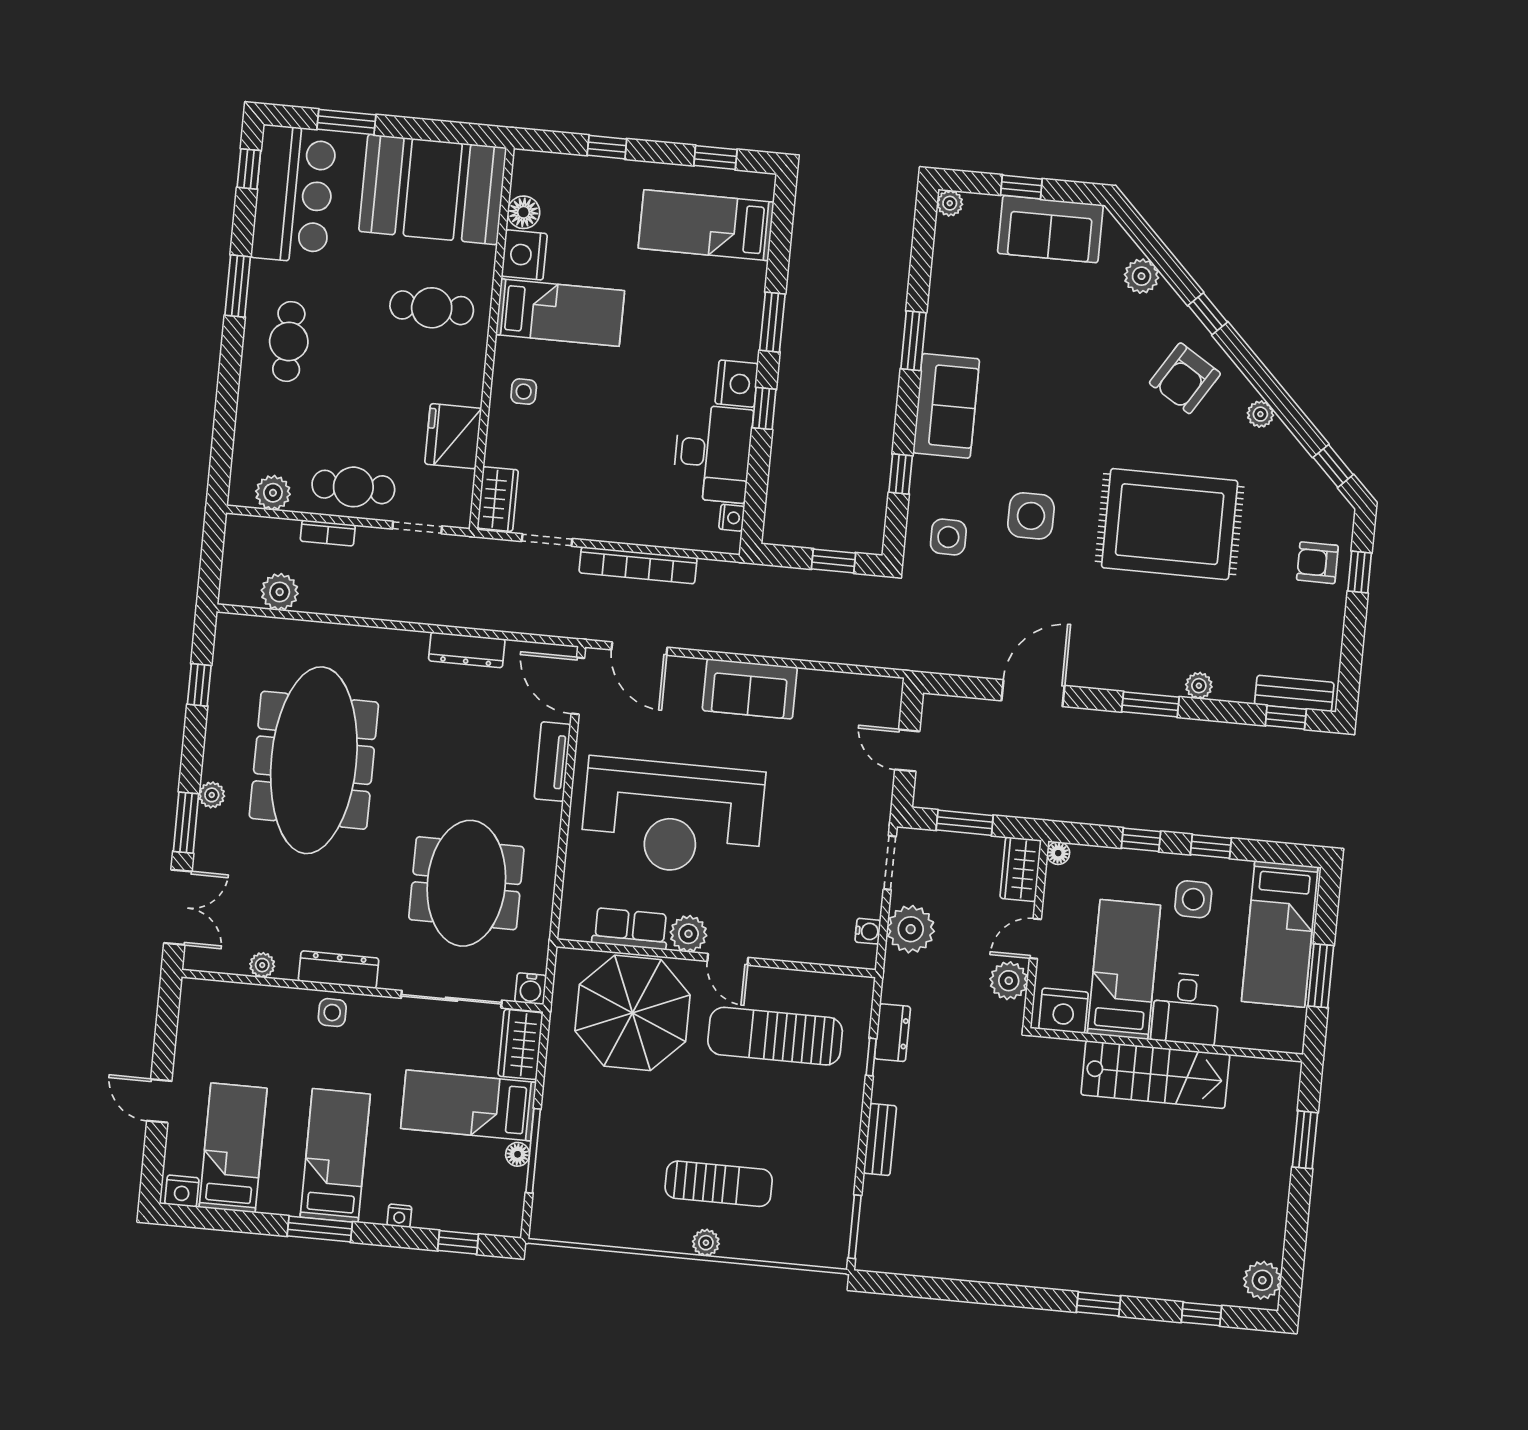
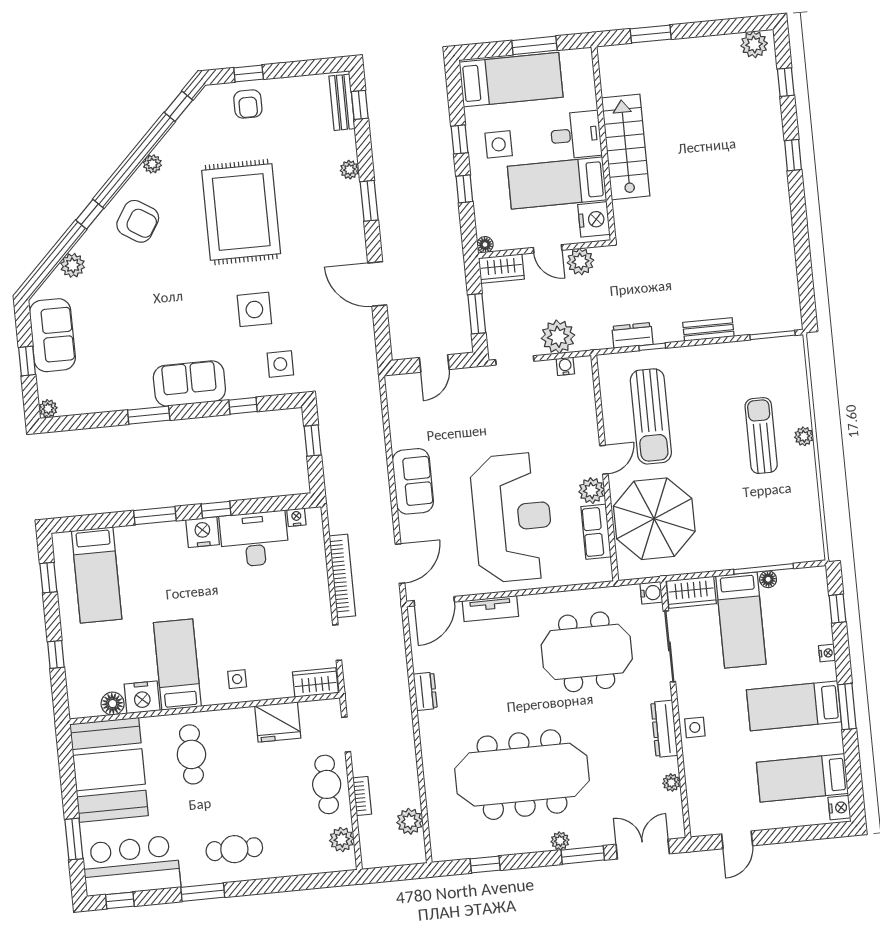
dresser: (467, 650) -> (425, 691), width x0.70
door: (159, 1101) -> (737, 840), moved

